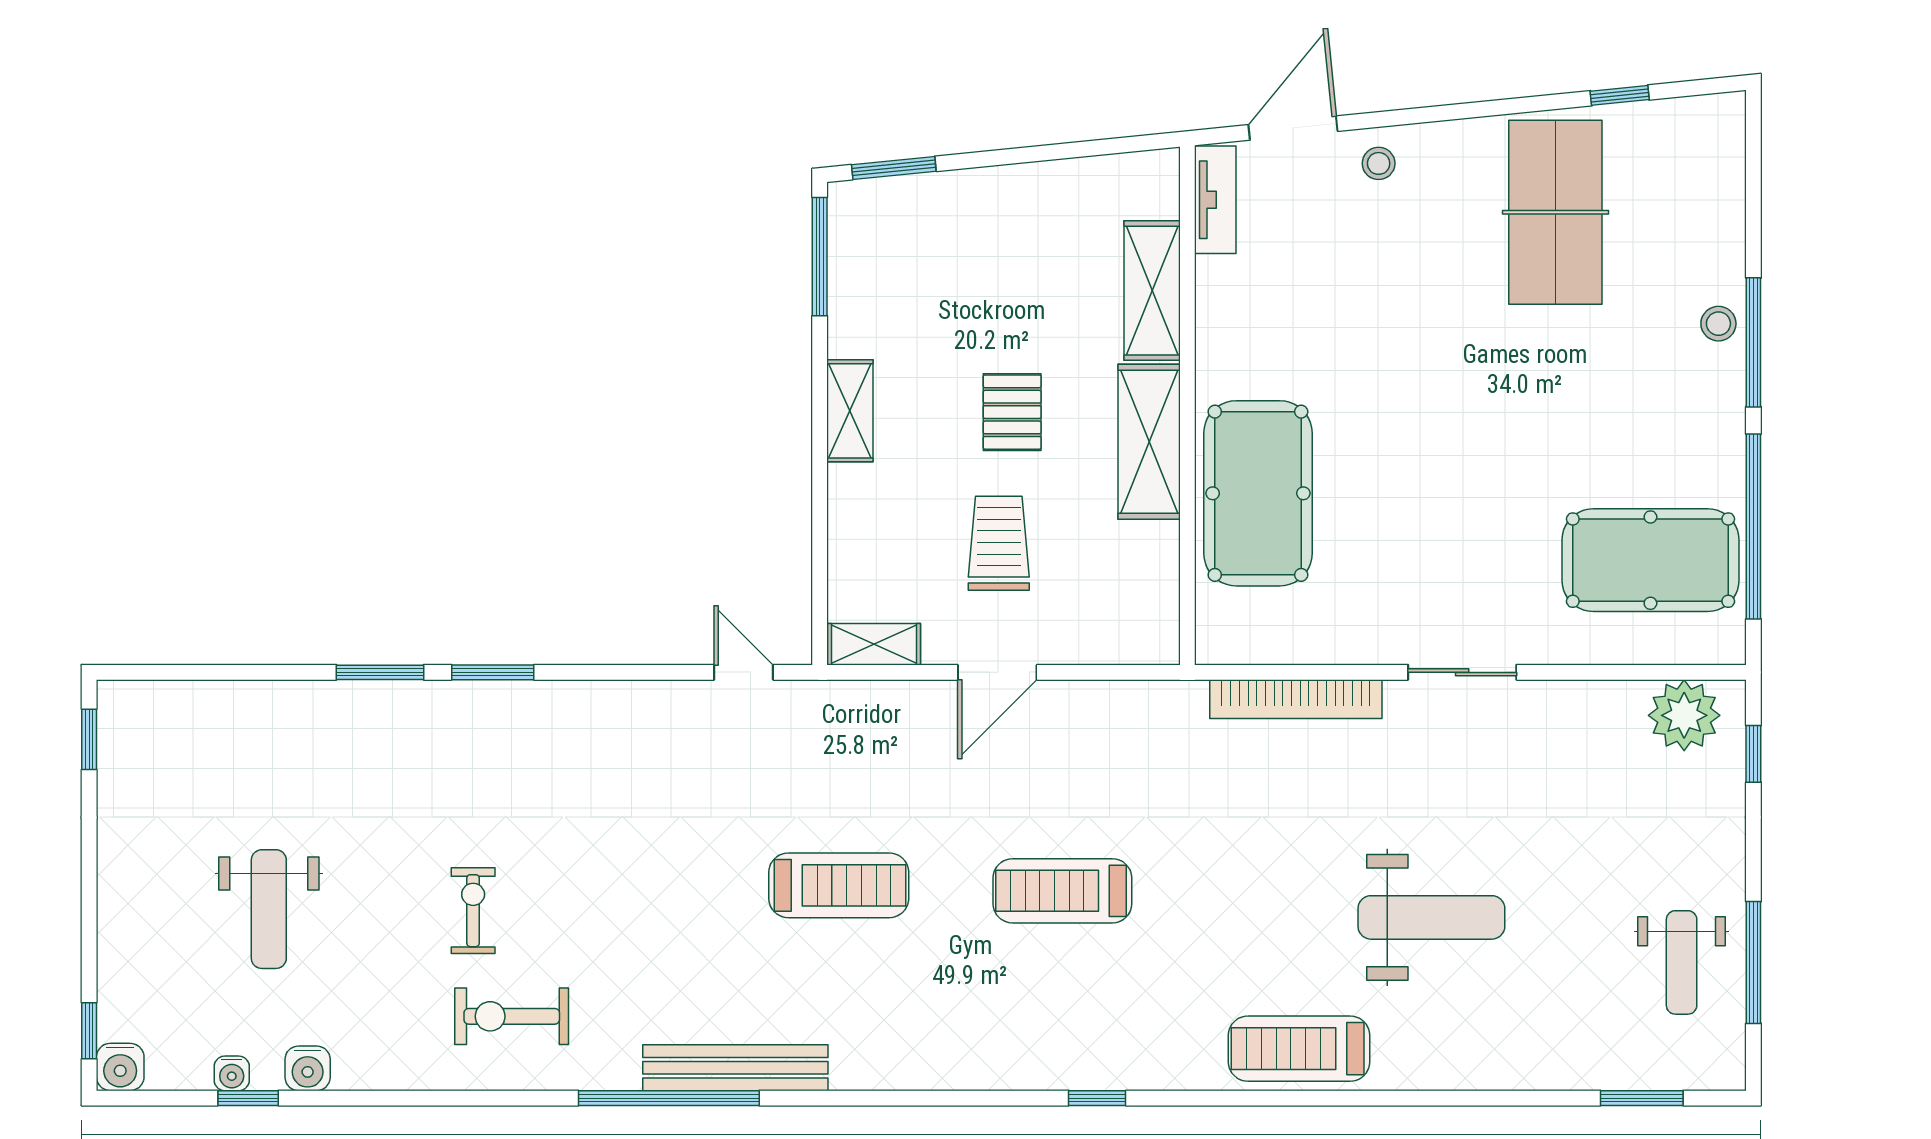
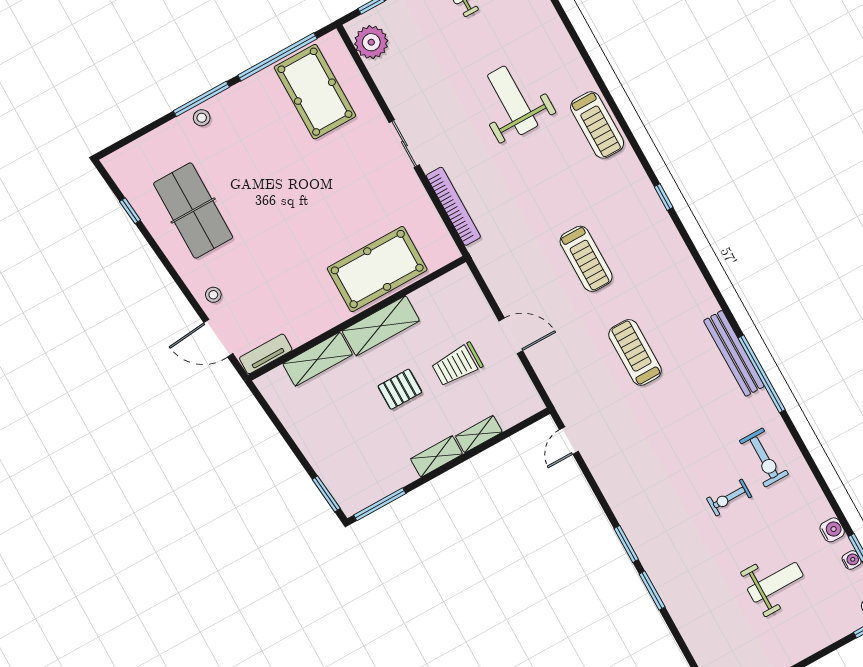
table tennis table: (1555, 212) -> (193, 211), turned 90
shelving: (874, 644) -> (479, 434), moved, turned 90

